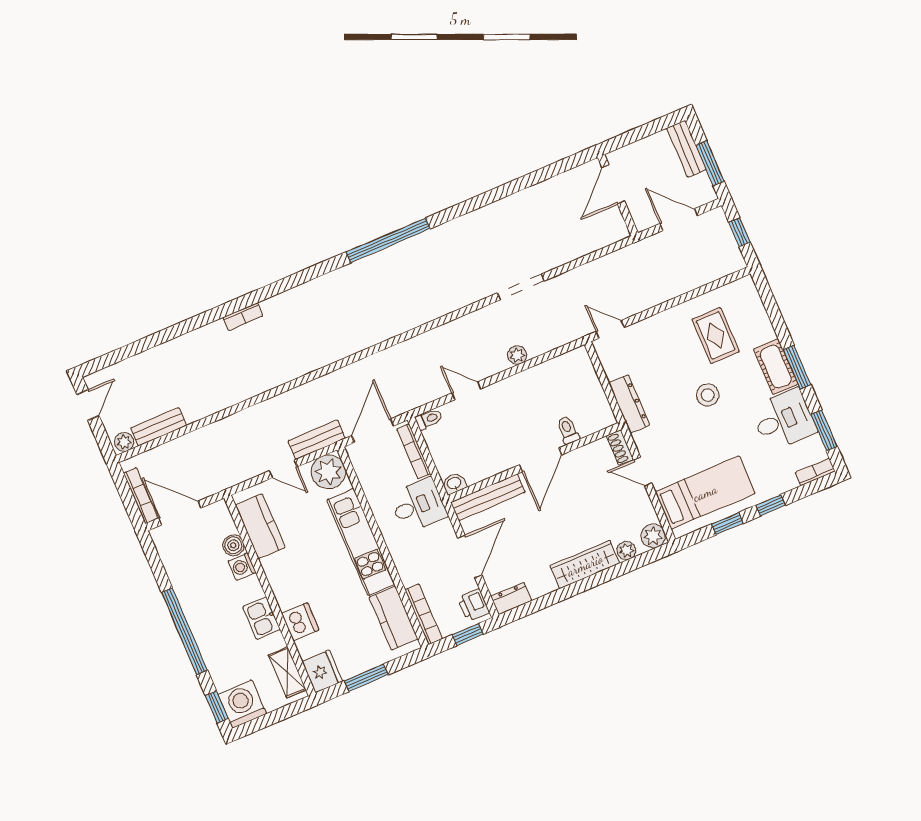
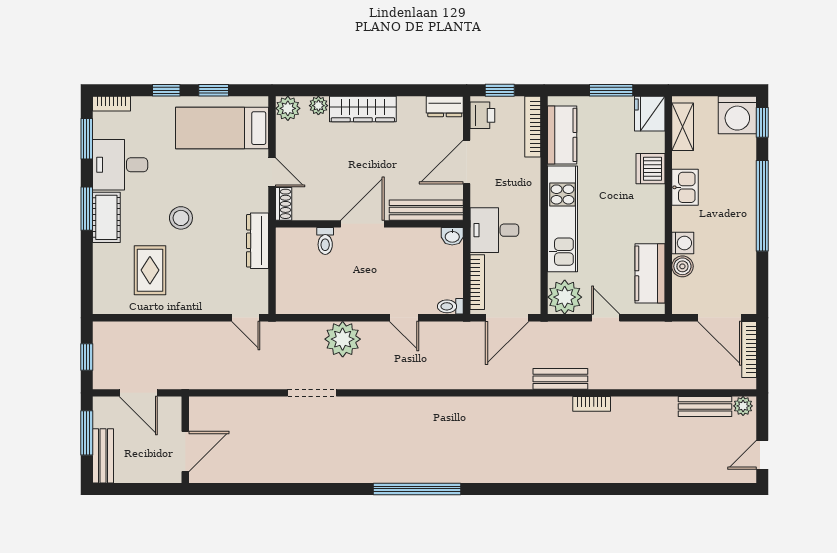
bookcase: (243, 317) -> (592, 404), moved, turned 180
plant: (517, 355) -> (343, 339), width x1.87, depth x1.87
bench: (317, 440) -> (560, 379), moved

